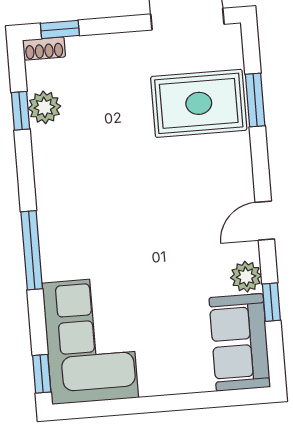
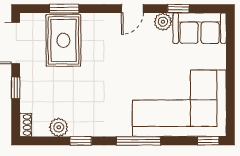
window: (60, 29) -> (16, 88), moved
window: (20, 111) -> (81, 141), moved
door: (265, 221) -> (132, 9), hinge flipped
corner sofa: (90, 340) -> (179, 103), width x1.36, depth x1.36

